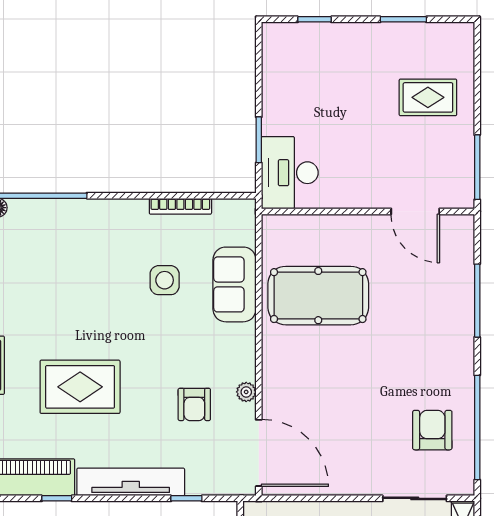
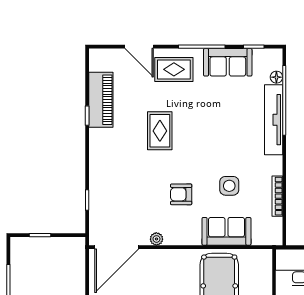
rug: (80, 387) -> (160, 131), width x0.73, depth x0.70
armchair: (194, 404) -> (181, 194), moved
tv unit: (131, 482) -> (274, 120), moved, turned 180

